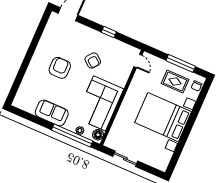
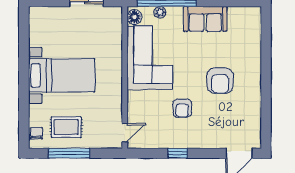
armchair: (93, 60) -> (182, 108), turned -128
door: (138, 61) -> (125, 133), swing flipped
bed with nightstands: (163, 117) -> (62, 75), width x0.73

